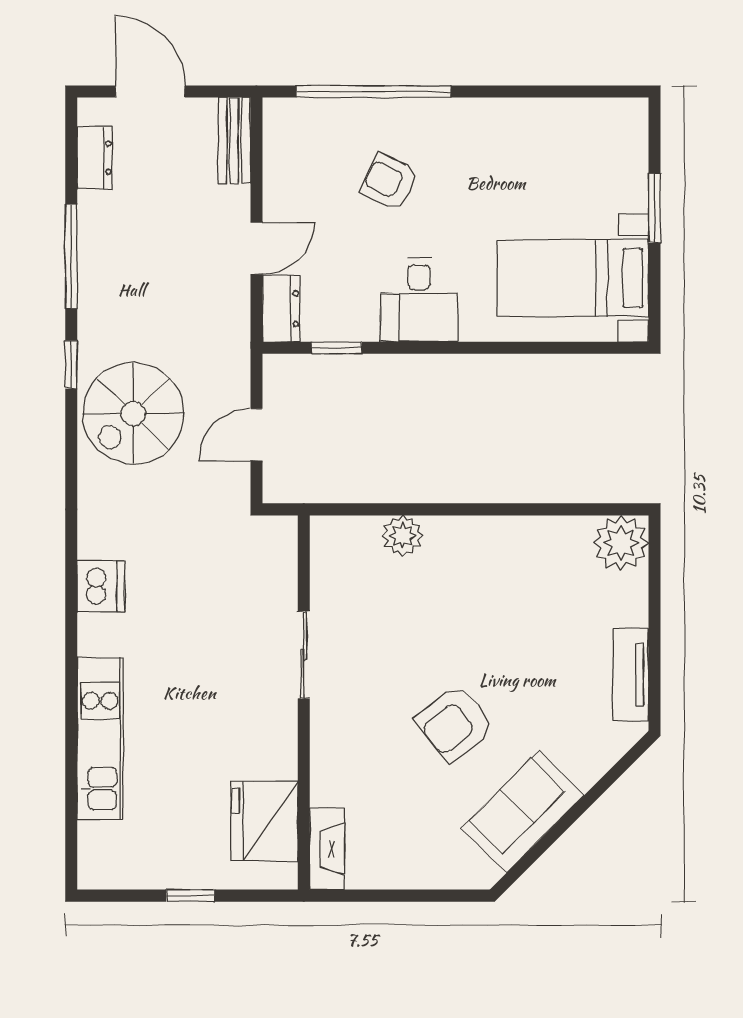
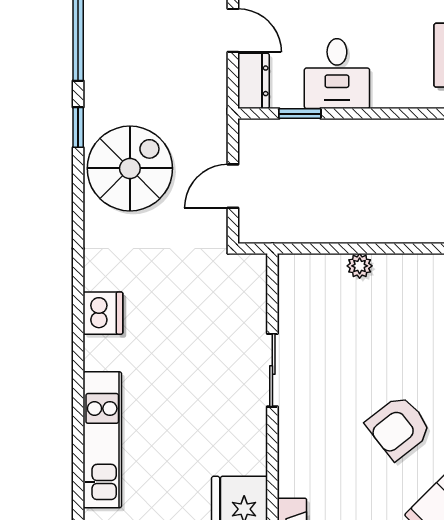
door: (256, 248) -> (233, 30), hinge flipped
desk: (419, 300) -> (337, 74), moved
spiral stairs: (133, 414) -> (130, 168), turned 180
plant: (403, 536) -> (360, 266), width x0.73, depth x0.73

